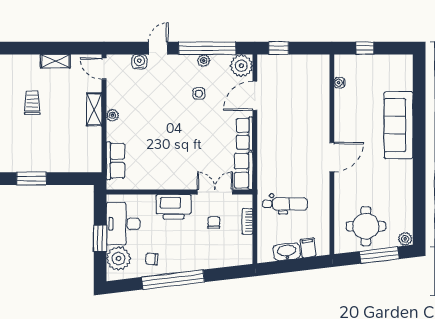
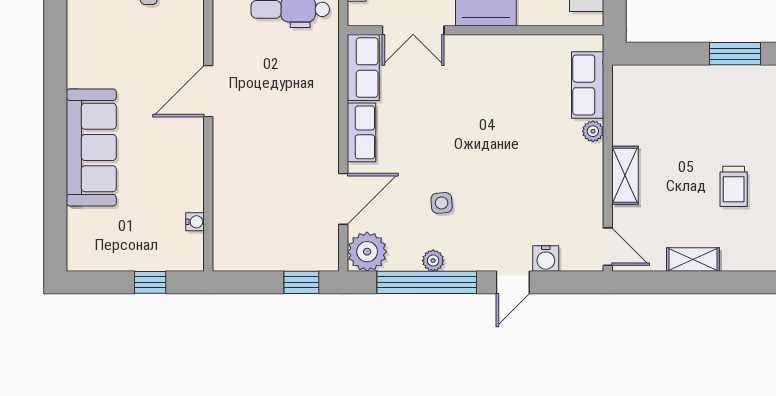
plant: (112, 115) -> (593, 131), moved

